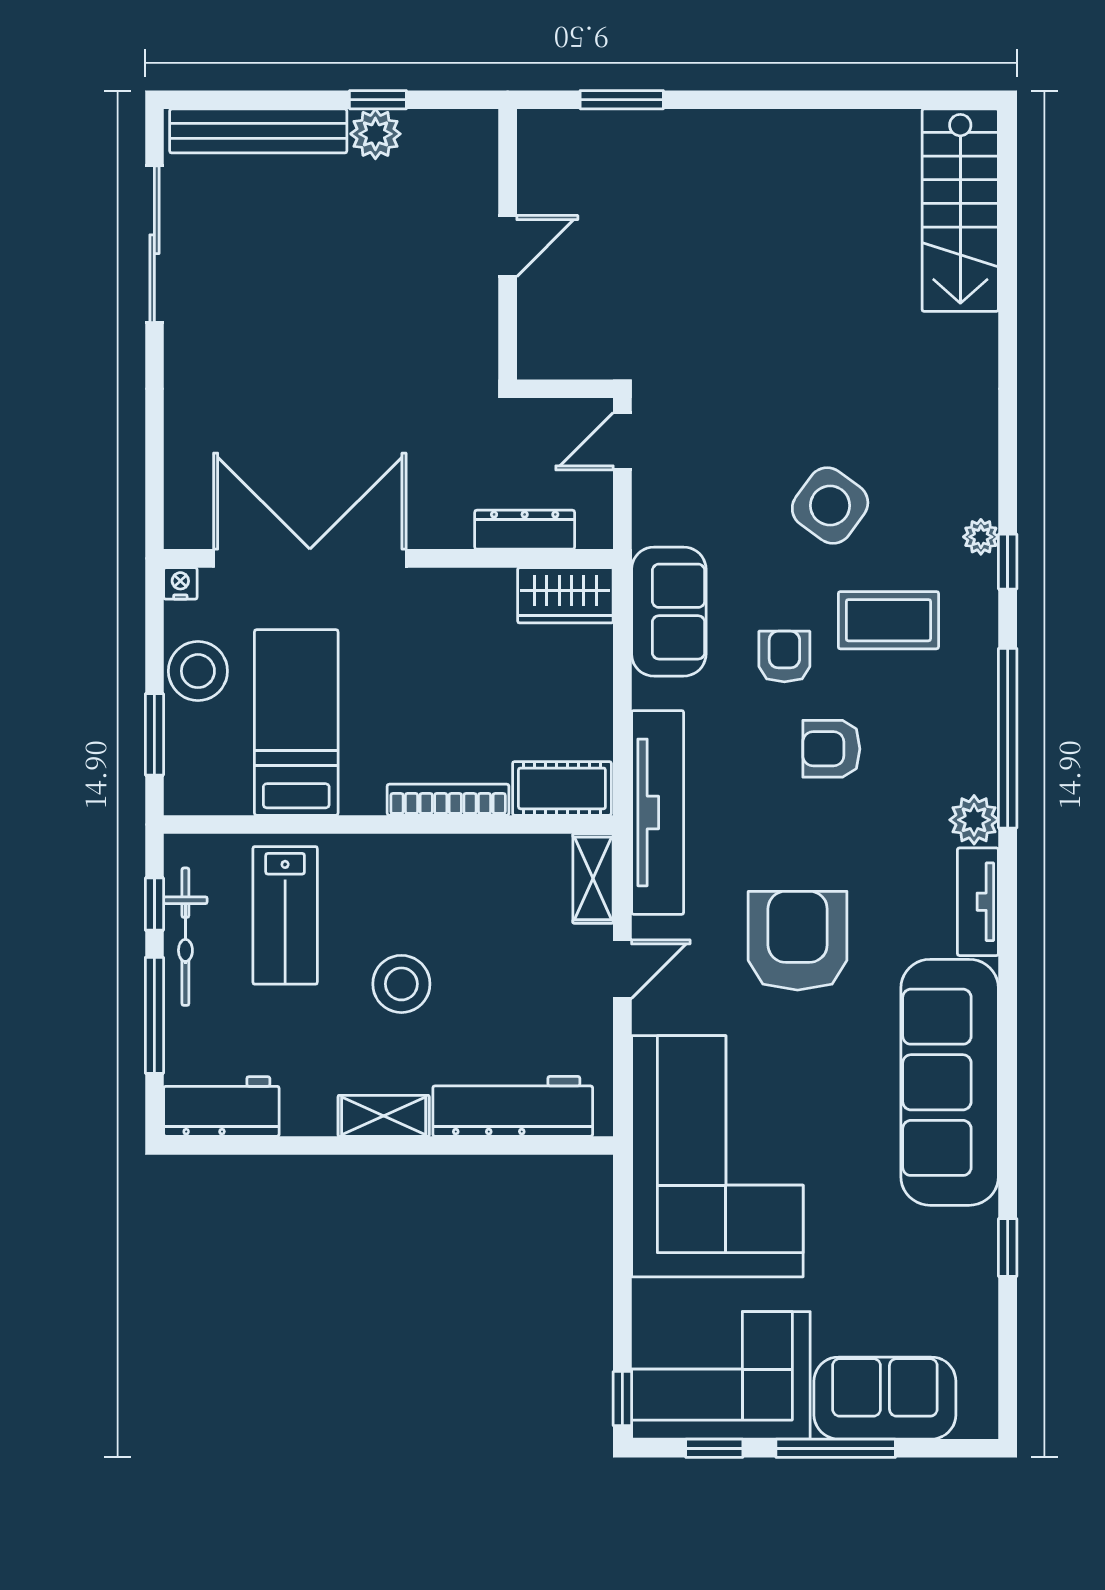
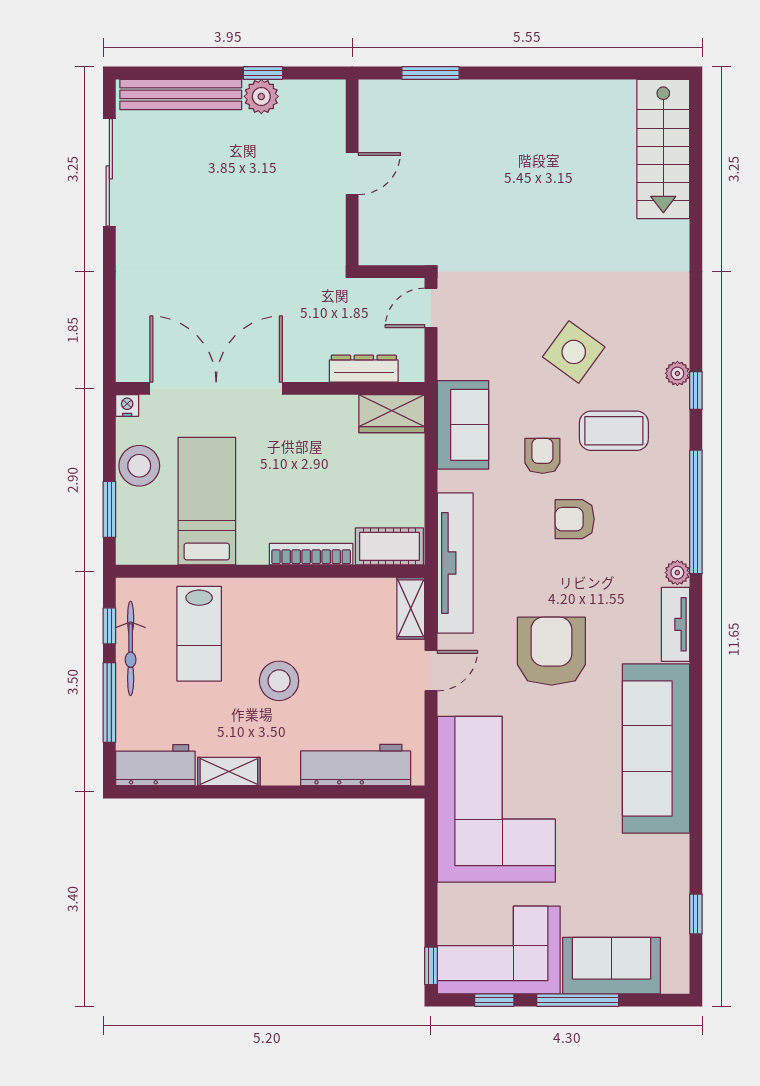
plant: (974, 820) -> (677, 573), width x0.73, depth x0.73
shelving: (384, 1116) -> (229, 772), moved
window: (1008, 1248) -> (696, 914), moved

